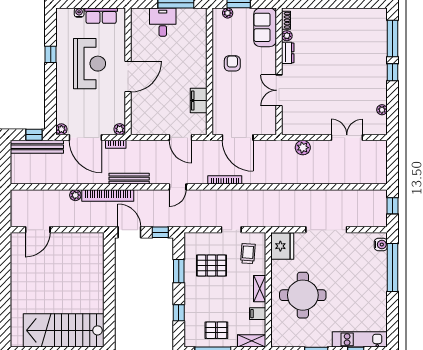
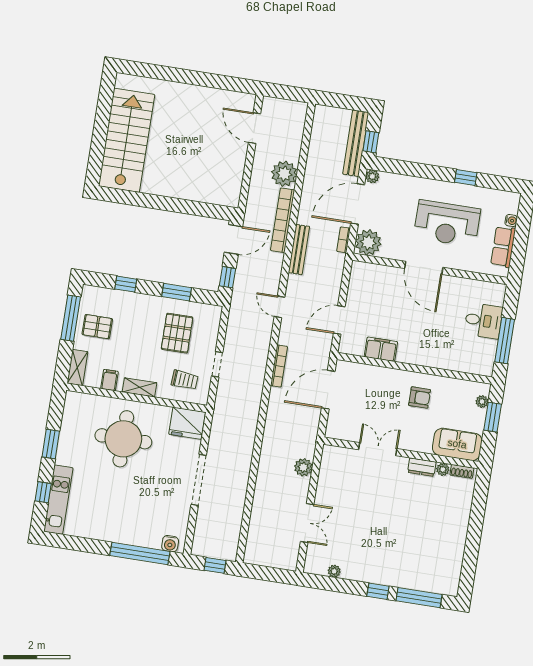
plant: (120, 129) -> (368, 242), width x1.87, depth x1.87
plant: (75, 195) -> (284, 174), width x1.88, depth x1.88
pallet: (216, 330) -> (97, 327), turned 90

